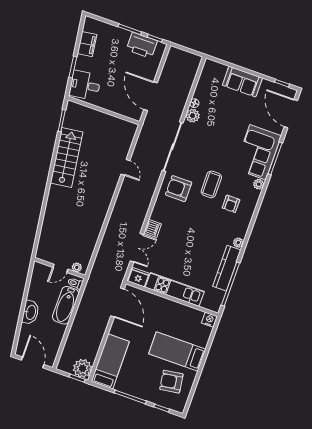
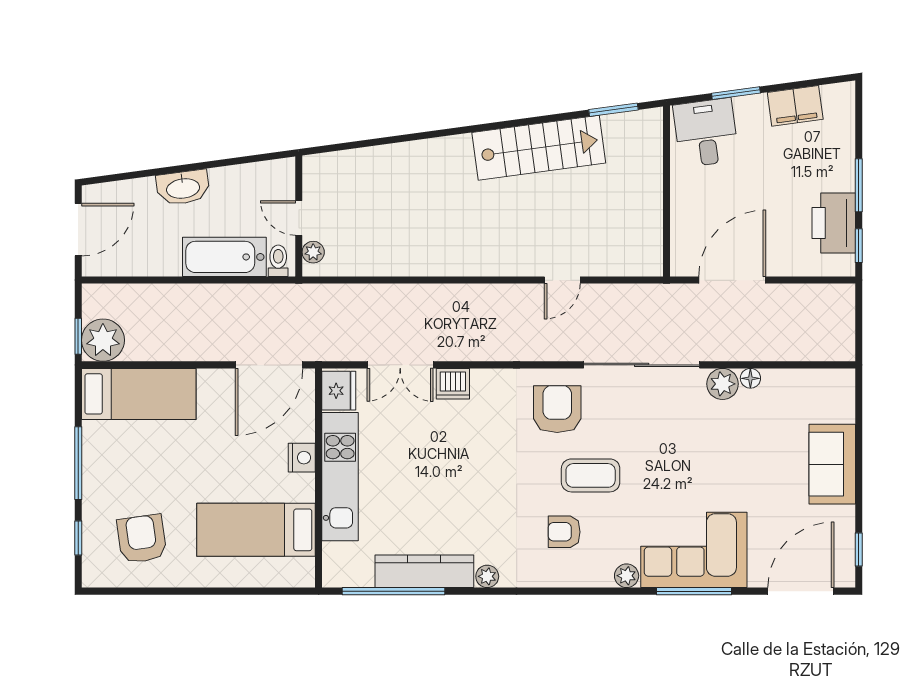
nightstand: (209, 320) -> (302, 458), moved
bed: (177, 351) -> (256, 530), moved, turned -90

